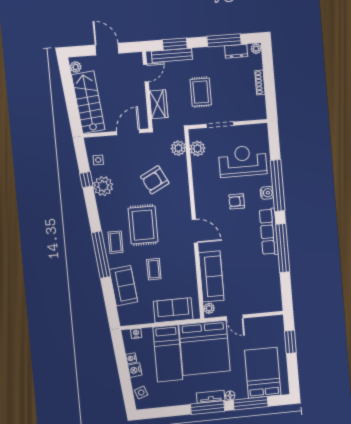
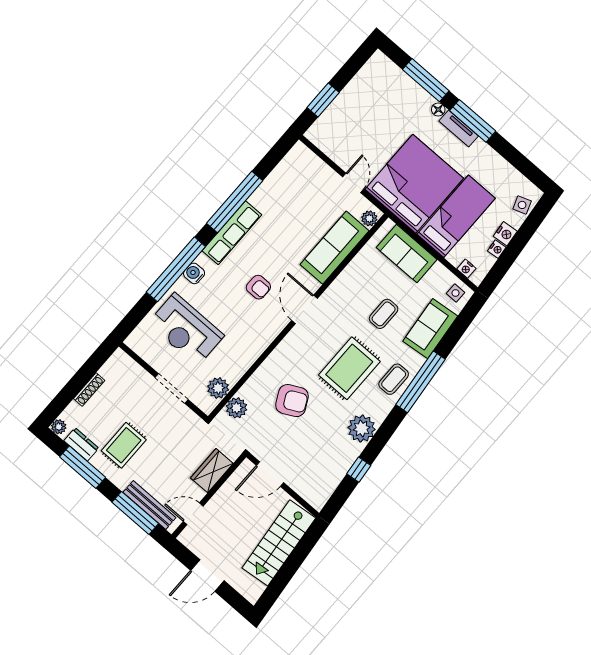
window: (175, 44) -> (135, 513), width x1.44
door: (107, 49) -> (207, 576), hinge flipped
plant: (76, 67) -> (256, 589), removed
rug: (201, 92) -> (124, 445), moved
side table: (98, 160) -> (456, 293), moved
plant: (103, 186) -> (362, 429), moved
armchair: (237, 201) -> (258, 287), moved
bed: (263, 373) -> (382, 98), removed

